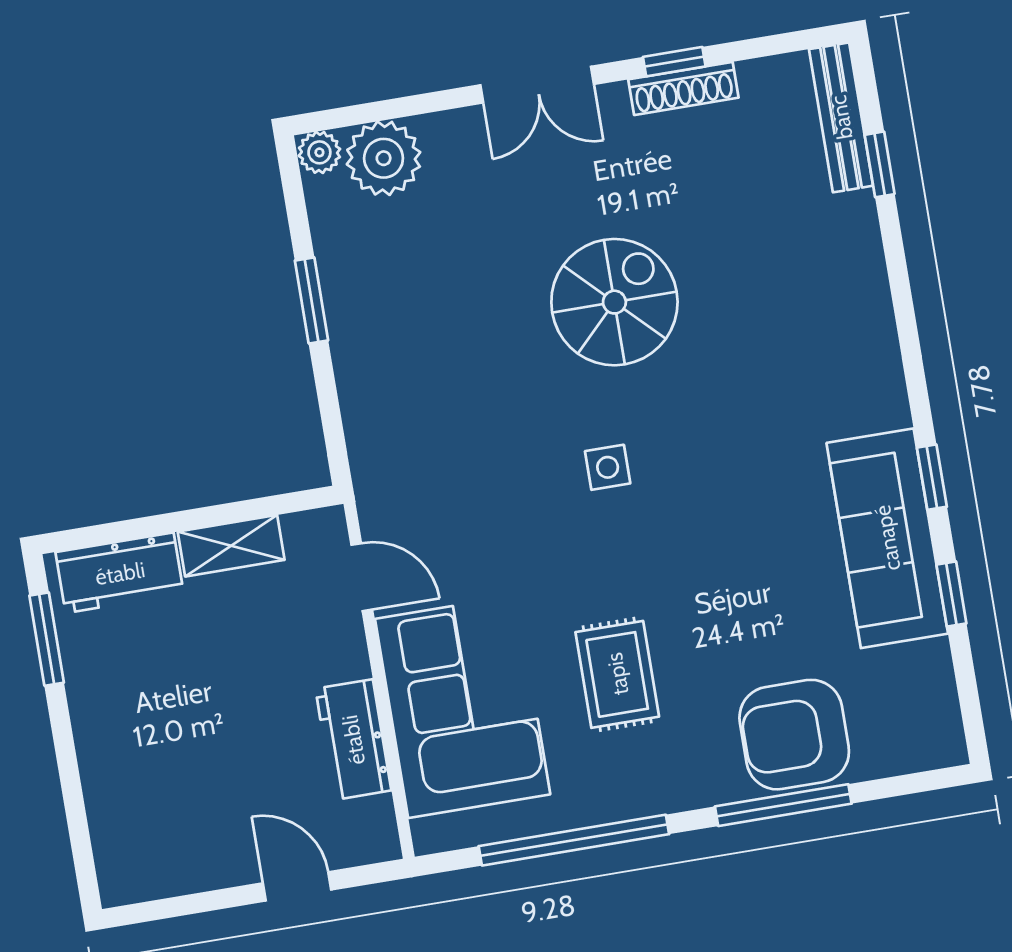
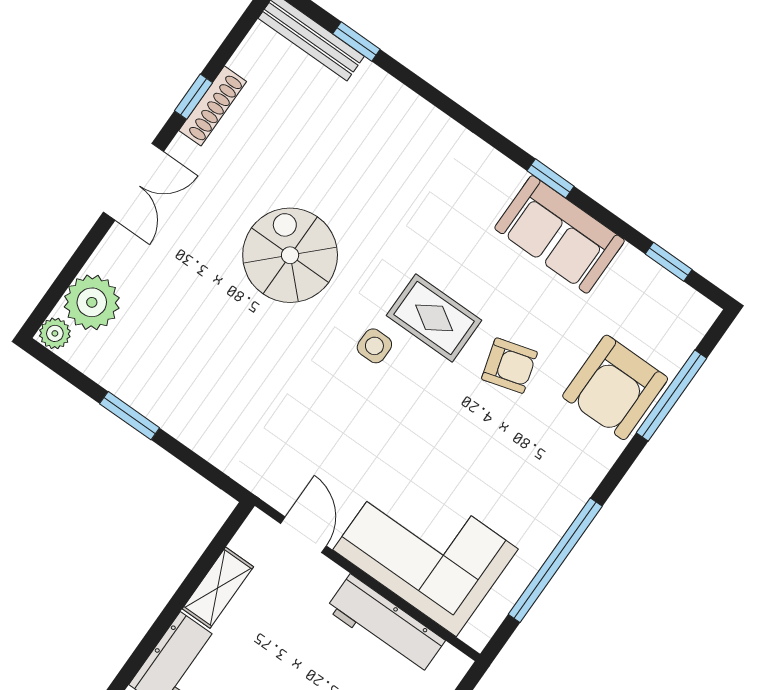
sofa: (887, 538) -> (560, 234), width x0.73
door: (362, 577) -> (303, 535), hinge flipped
window: (951, 594) -> (669, 262), moved
armchair: (716, 614) -> (509, 366), added
rug: (617, 674) -> (434, 318), moved
workbench: (353, 740) -> (385, 625), width x1.37
window: (783, 805) -> (671, 396), moved

